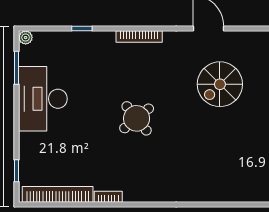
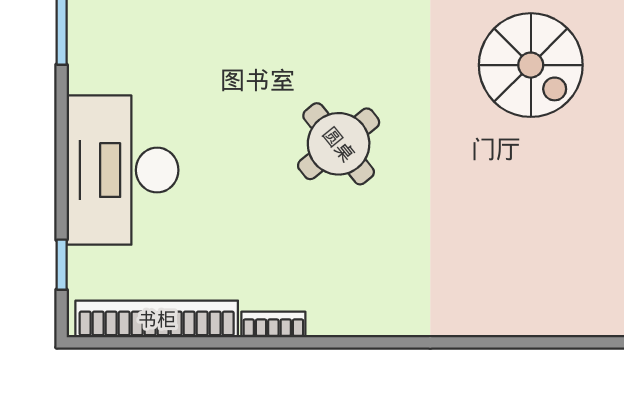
spiral stairs: (220, 84) -> (531, 65), turned -90
desk: (43, 99) -> (122, 170), moved

